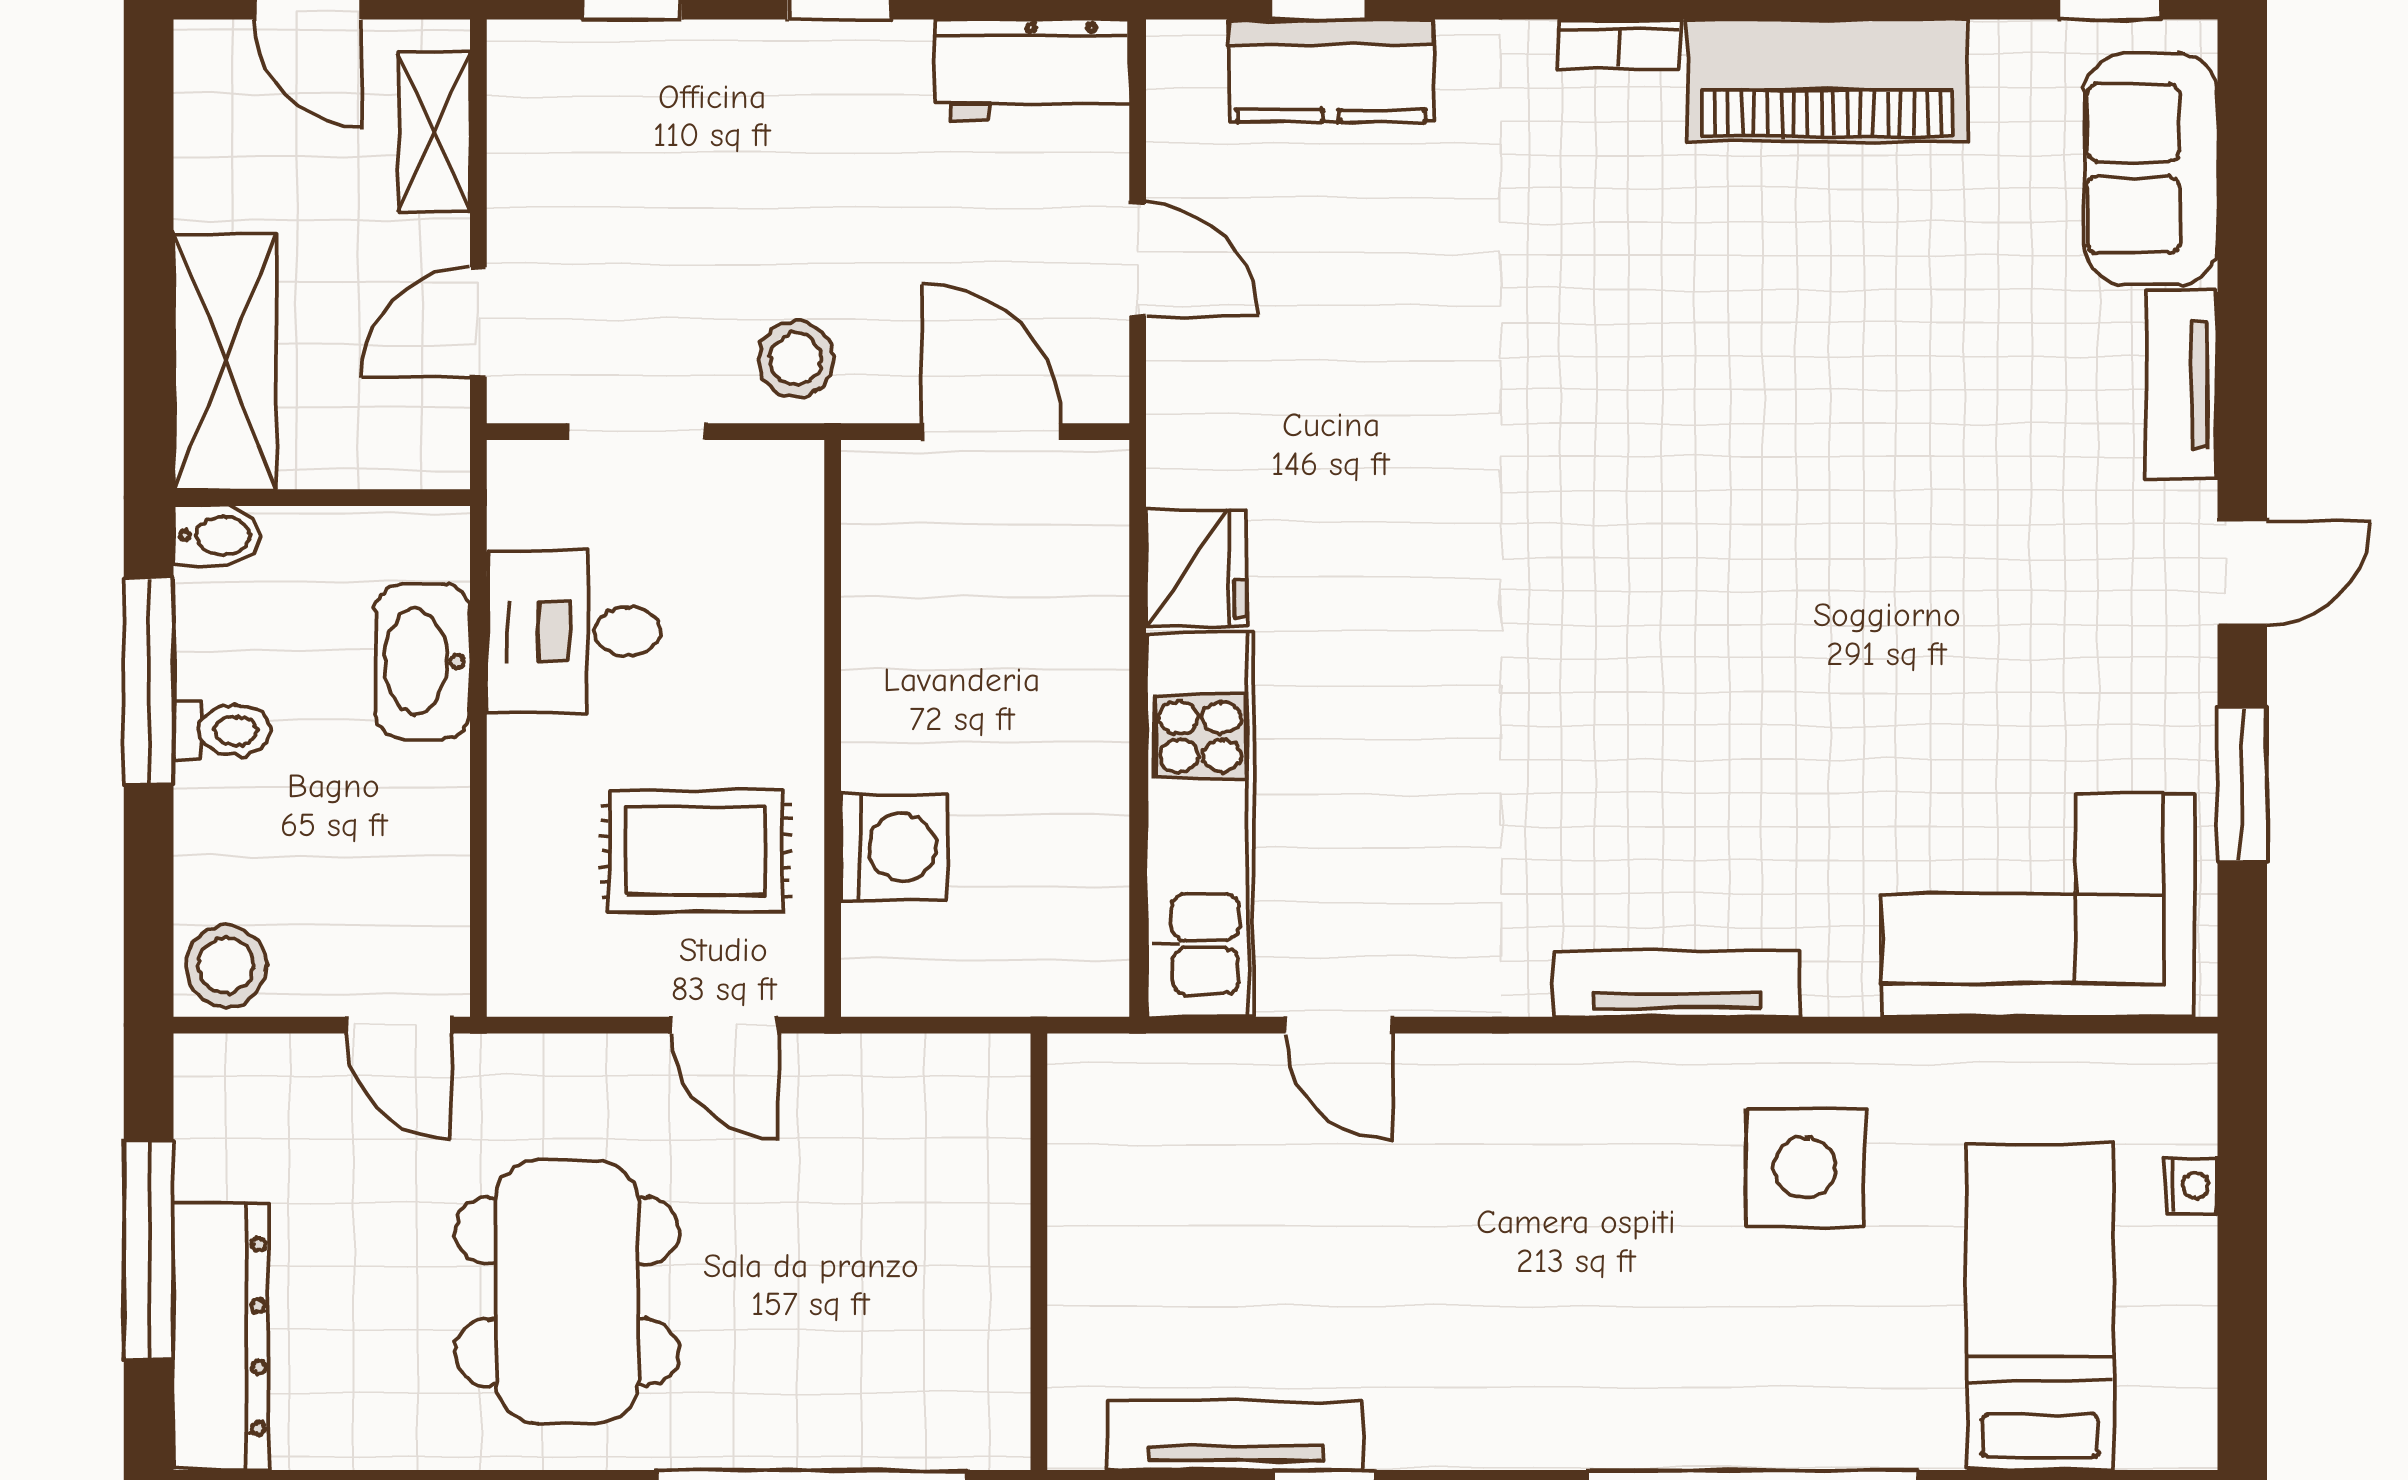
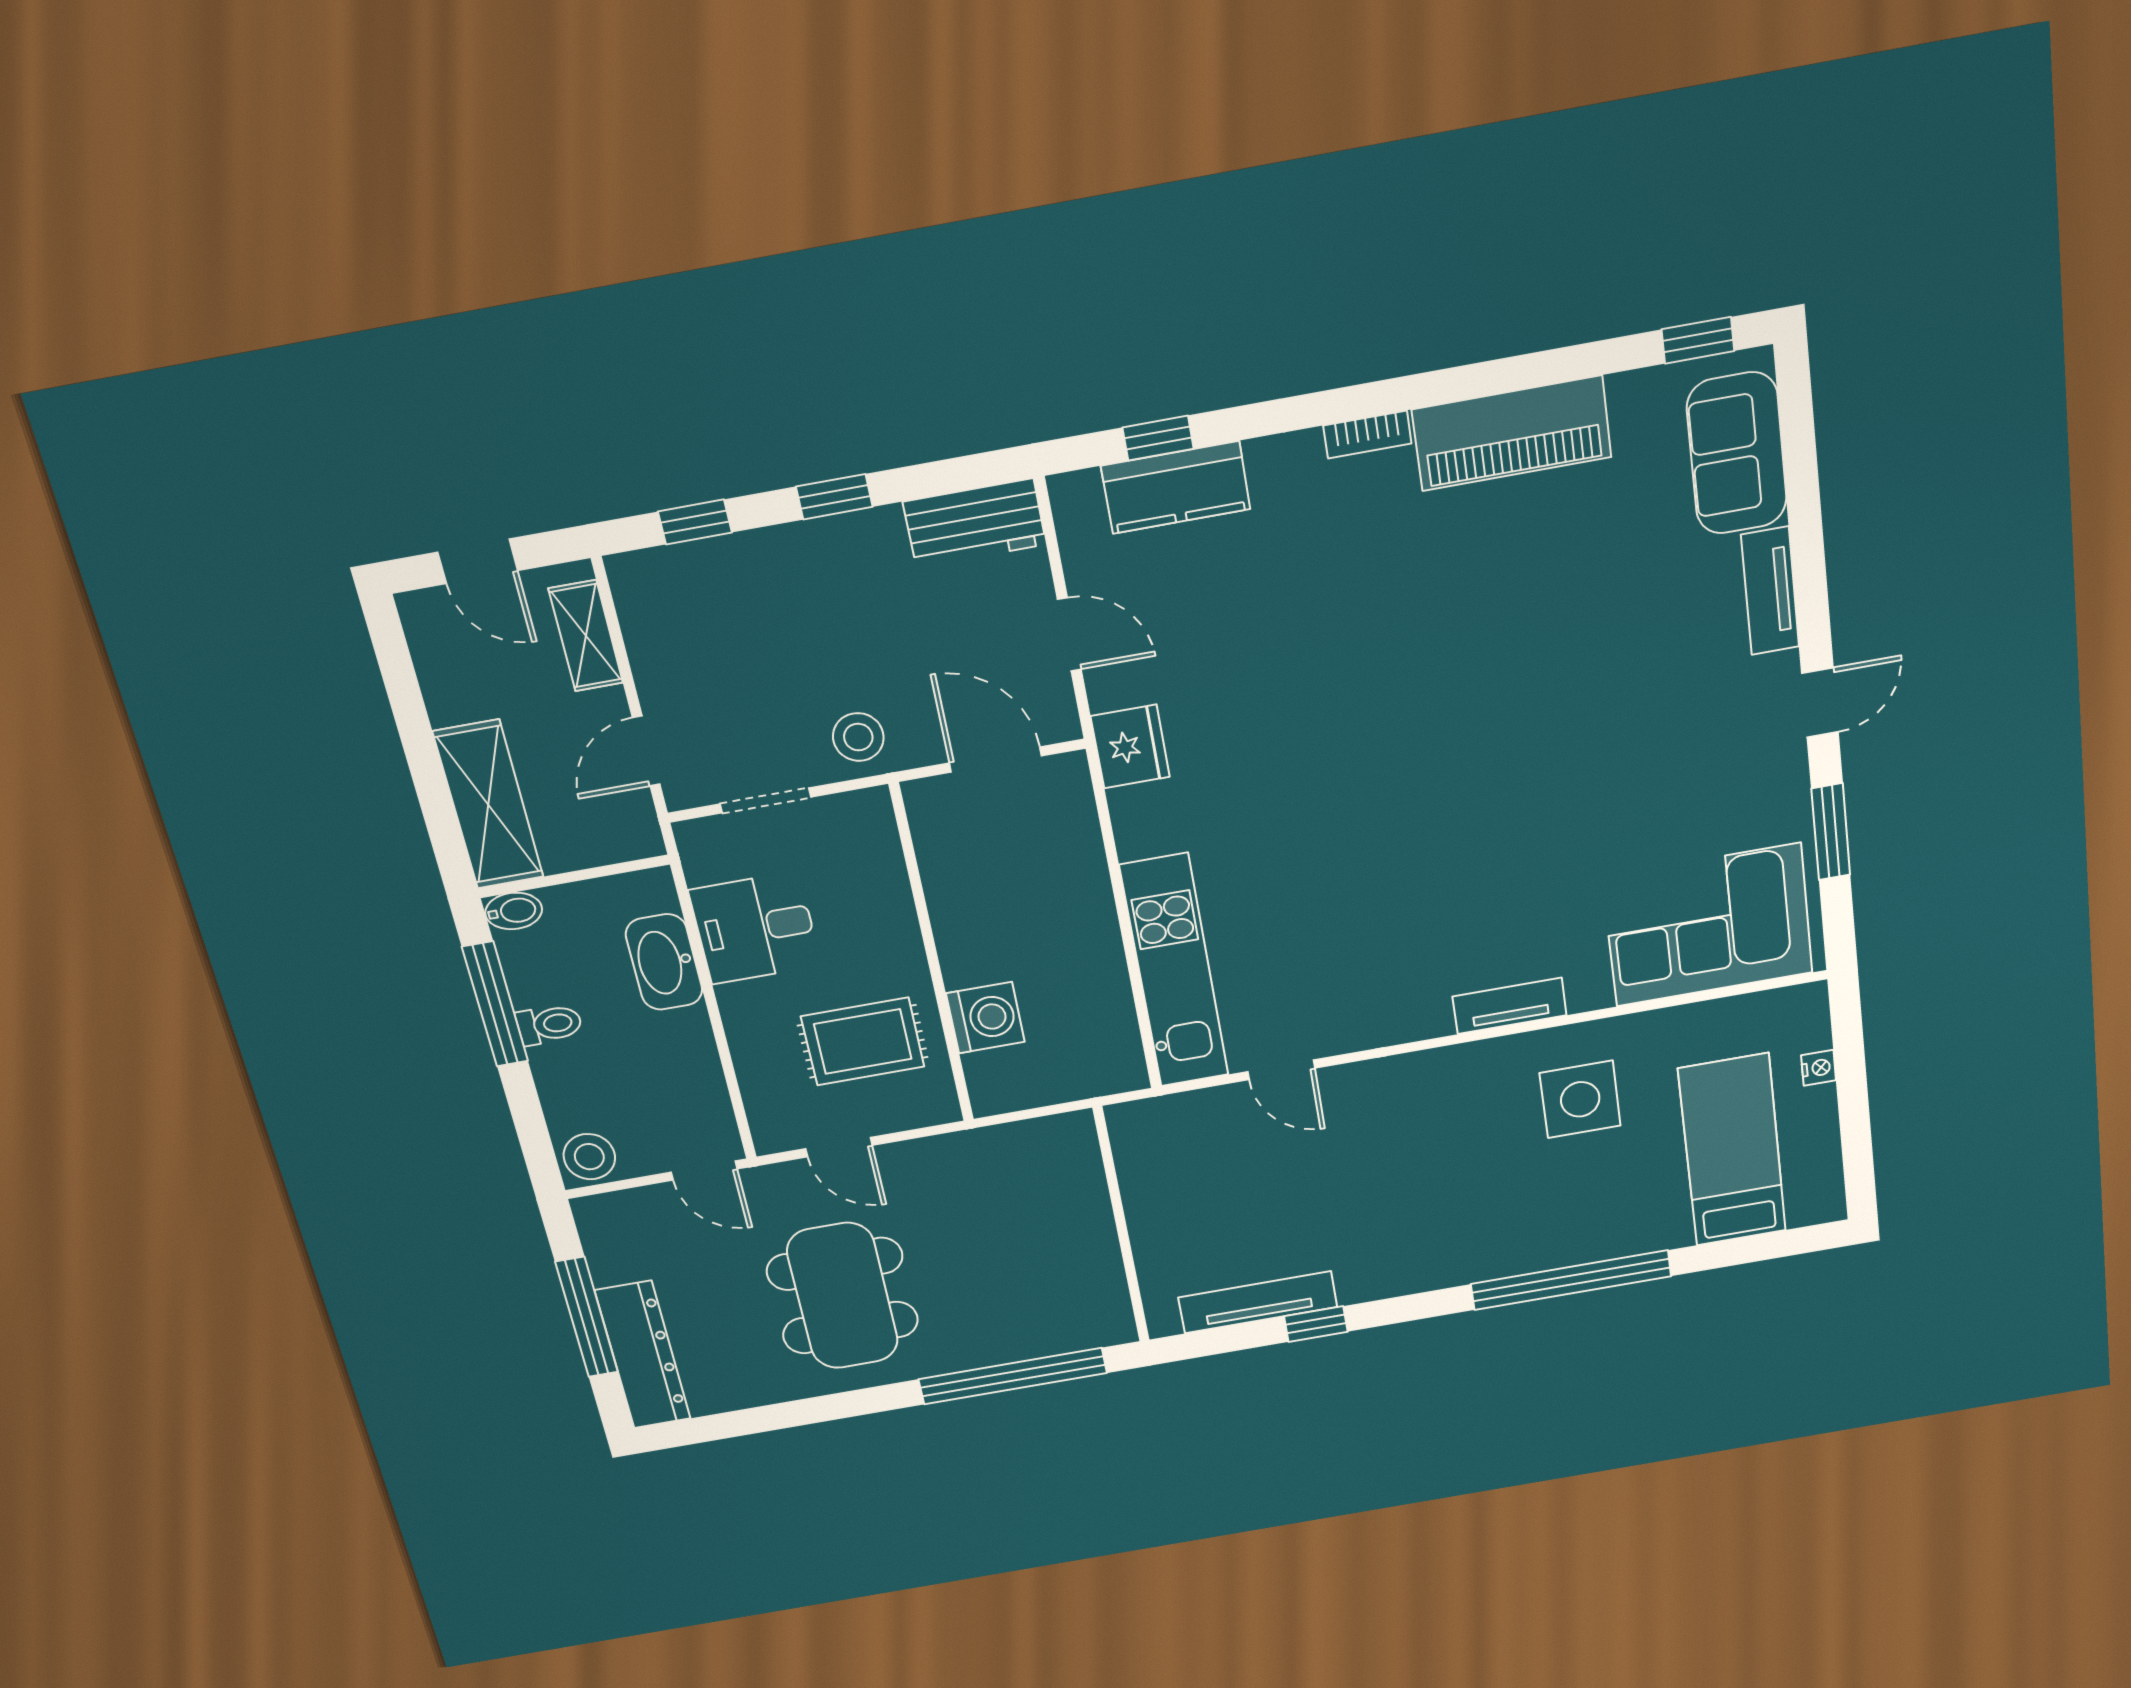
fridge: (1196, 568) -> (1130, 747), moved
tv unit: (1677, 983) -> (1510, 1006), width x0.71
door: (725, 1025) -> (839, 1147), moved

